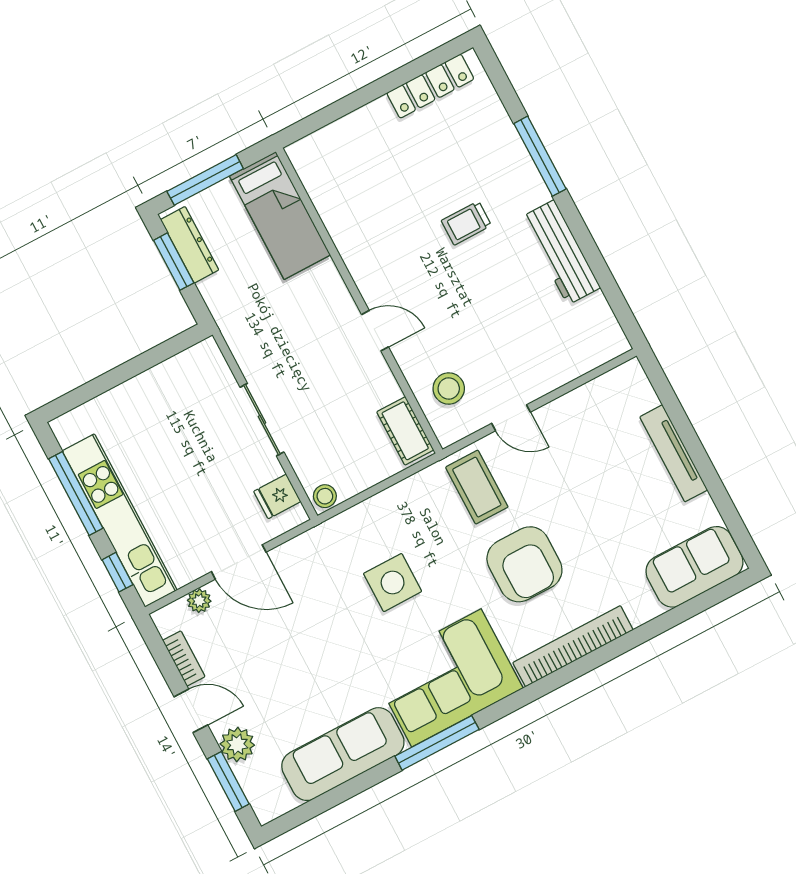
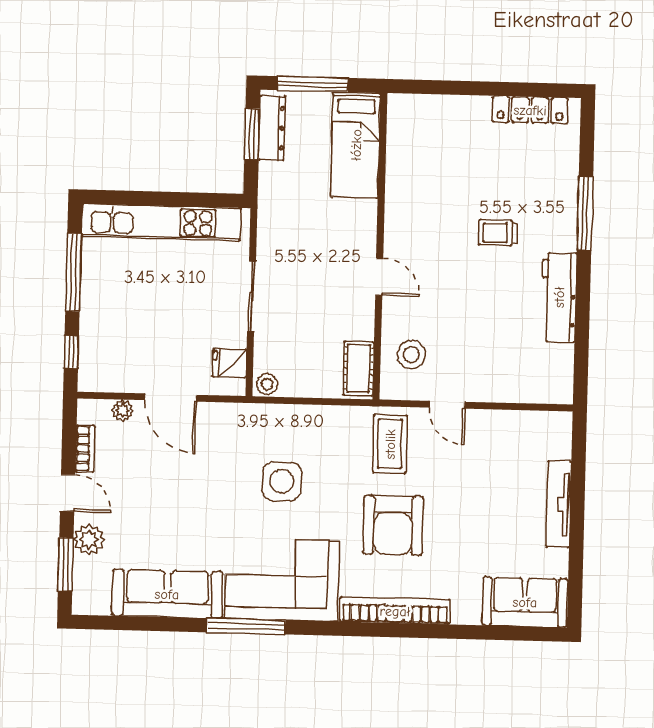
kitchen unit: (120, 520) -> (161, 222), moved, turned 90

